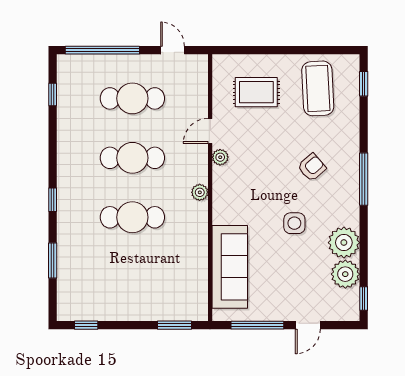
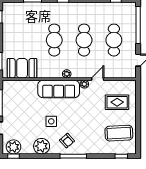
rug: (256, 92) -> (117, 102), turned 90
door: (210, 131) -> (98, 79), hinge flipped
armchair: (312, 167) -> (67, 141), moved
sofa: (230, 267) -> (59, 89), moved
plant: (345, 274) -> (14, 147), moved
booth: (189, 281) -> (22, 68), added

